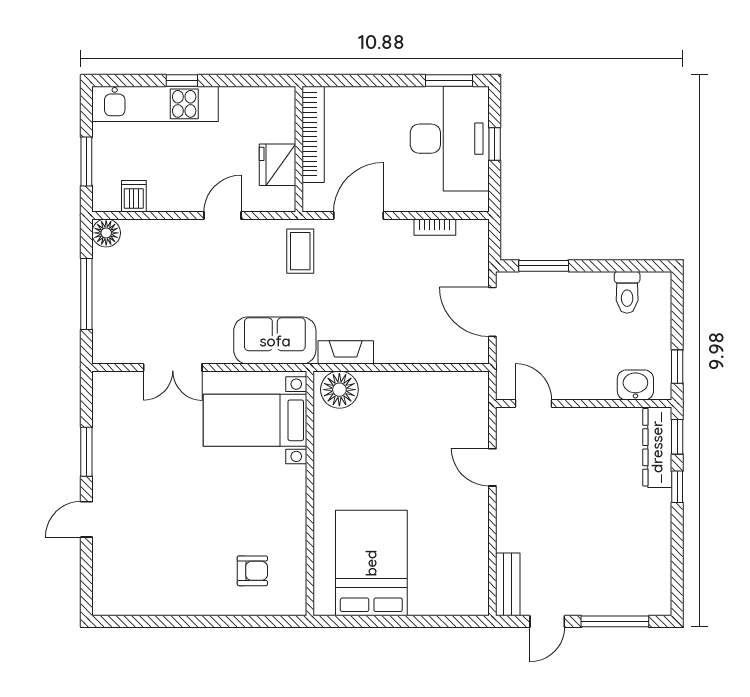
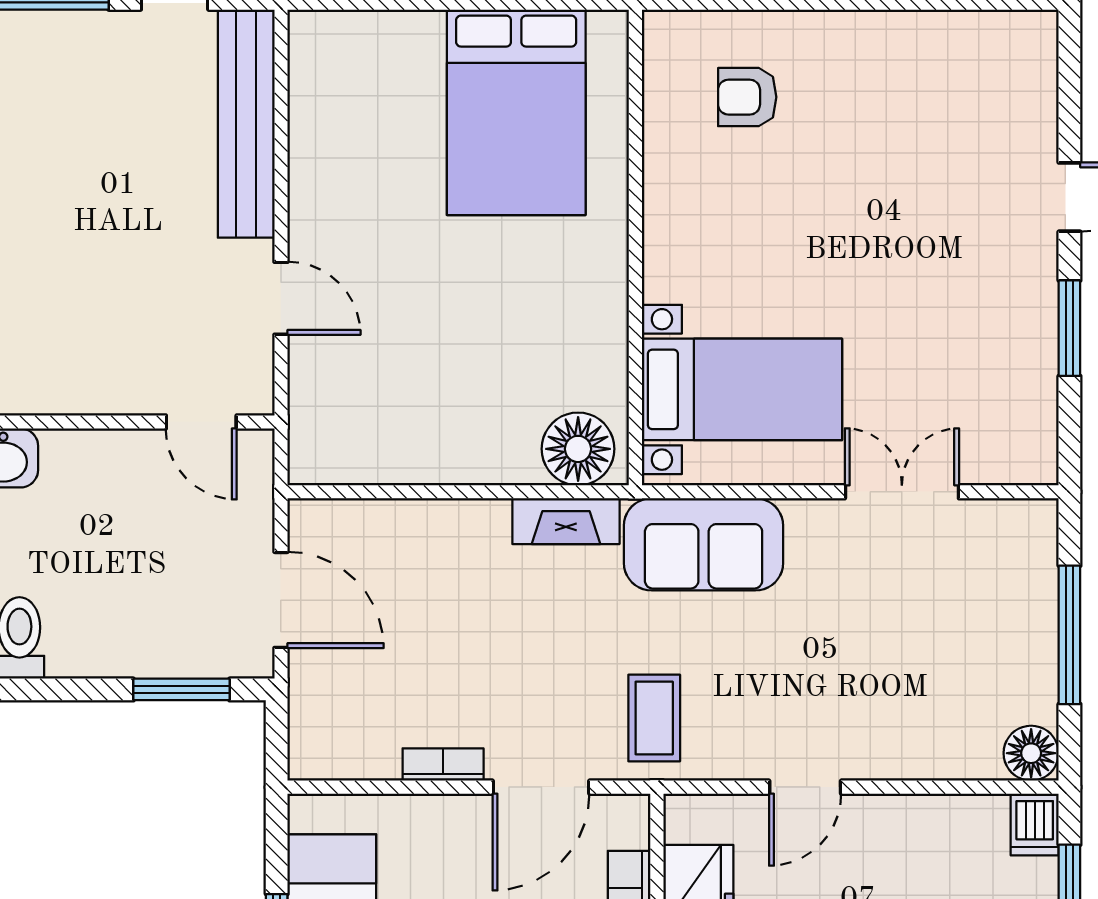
dishwasher: (134, 196) -> (1035, 825), moved
bookcase: (435, 227) -> (443, 765), moved
bench: (508, 584) -> (246, 124), width x1.86, depth x1.21

